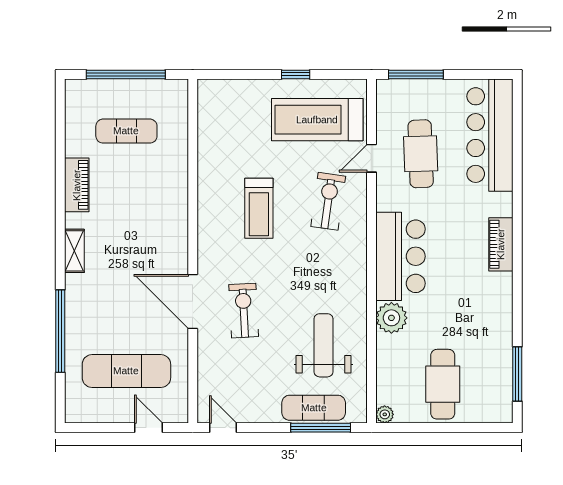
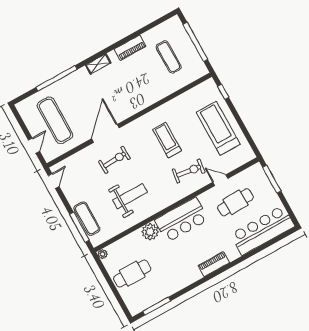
window: (296, 74) -> (223, 92), moved
treadmill: (317, 120) -> (218, 128), moved
treadmill: (259, 208) -> (167, 140), turned 90
weight bench: (323, 345) -> (130, 196), moved

